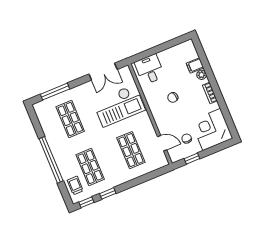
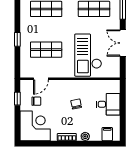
filing cabinet: (195, 66) -> (107, 134), moved
desk: (150, 69) -> (108, 104), moved
double door: (103, 72) -> (123, 43), moved
window: (108, 193) -> (17, 39), moved

